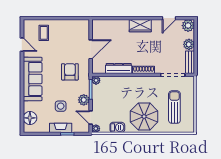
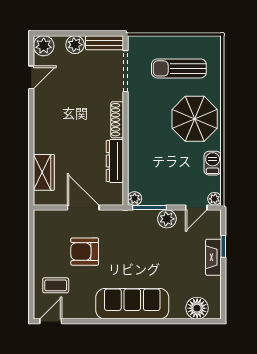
door: (169, 18) -> (31, 77), hinge flipped
wardrobe: (140, 26) -> (44, 172), moved
door: (22, 45) -> (51, 321), moved
armchair: (70, 72) -> (85, 252), moved
side table: (61, 106) -> (177, 257), removed

